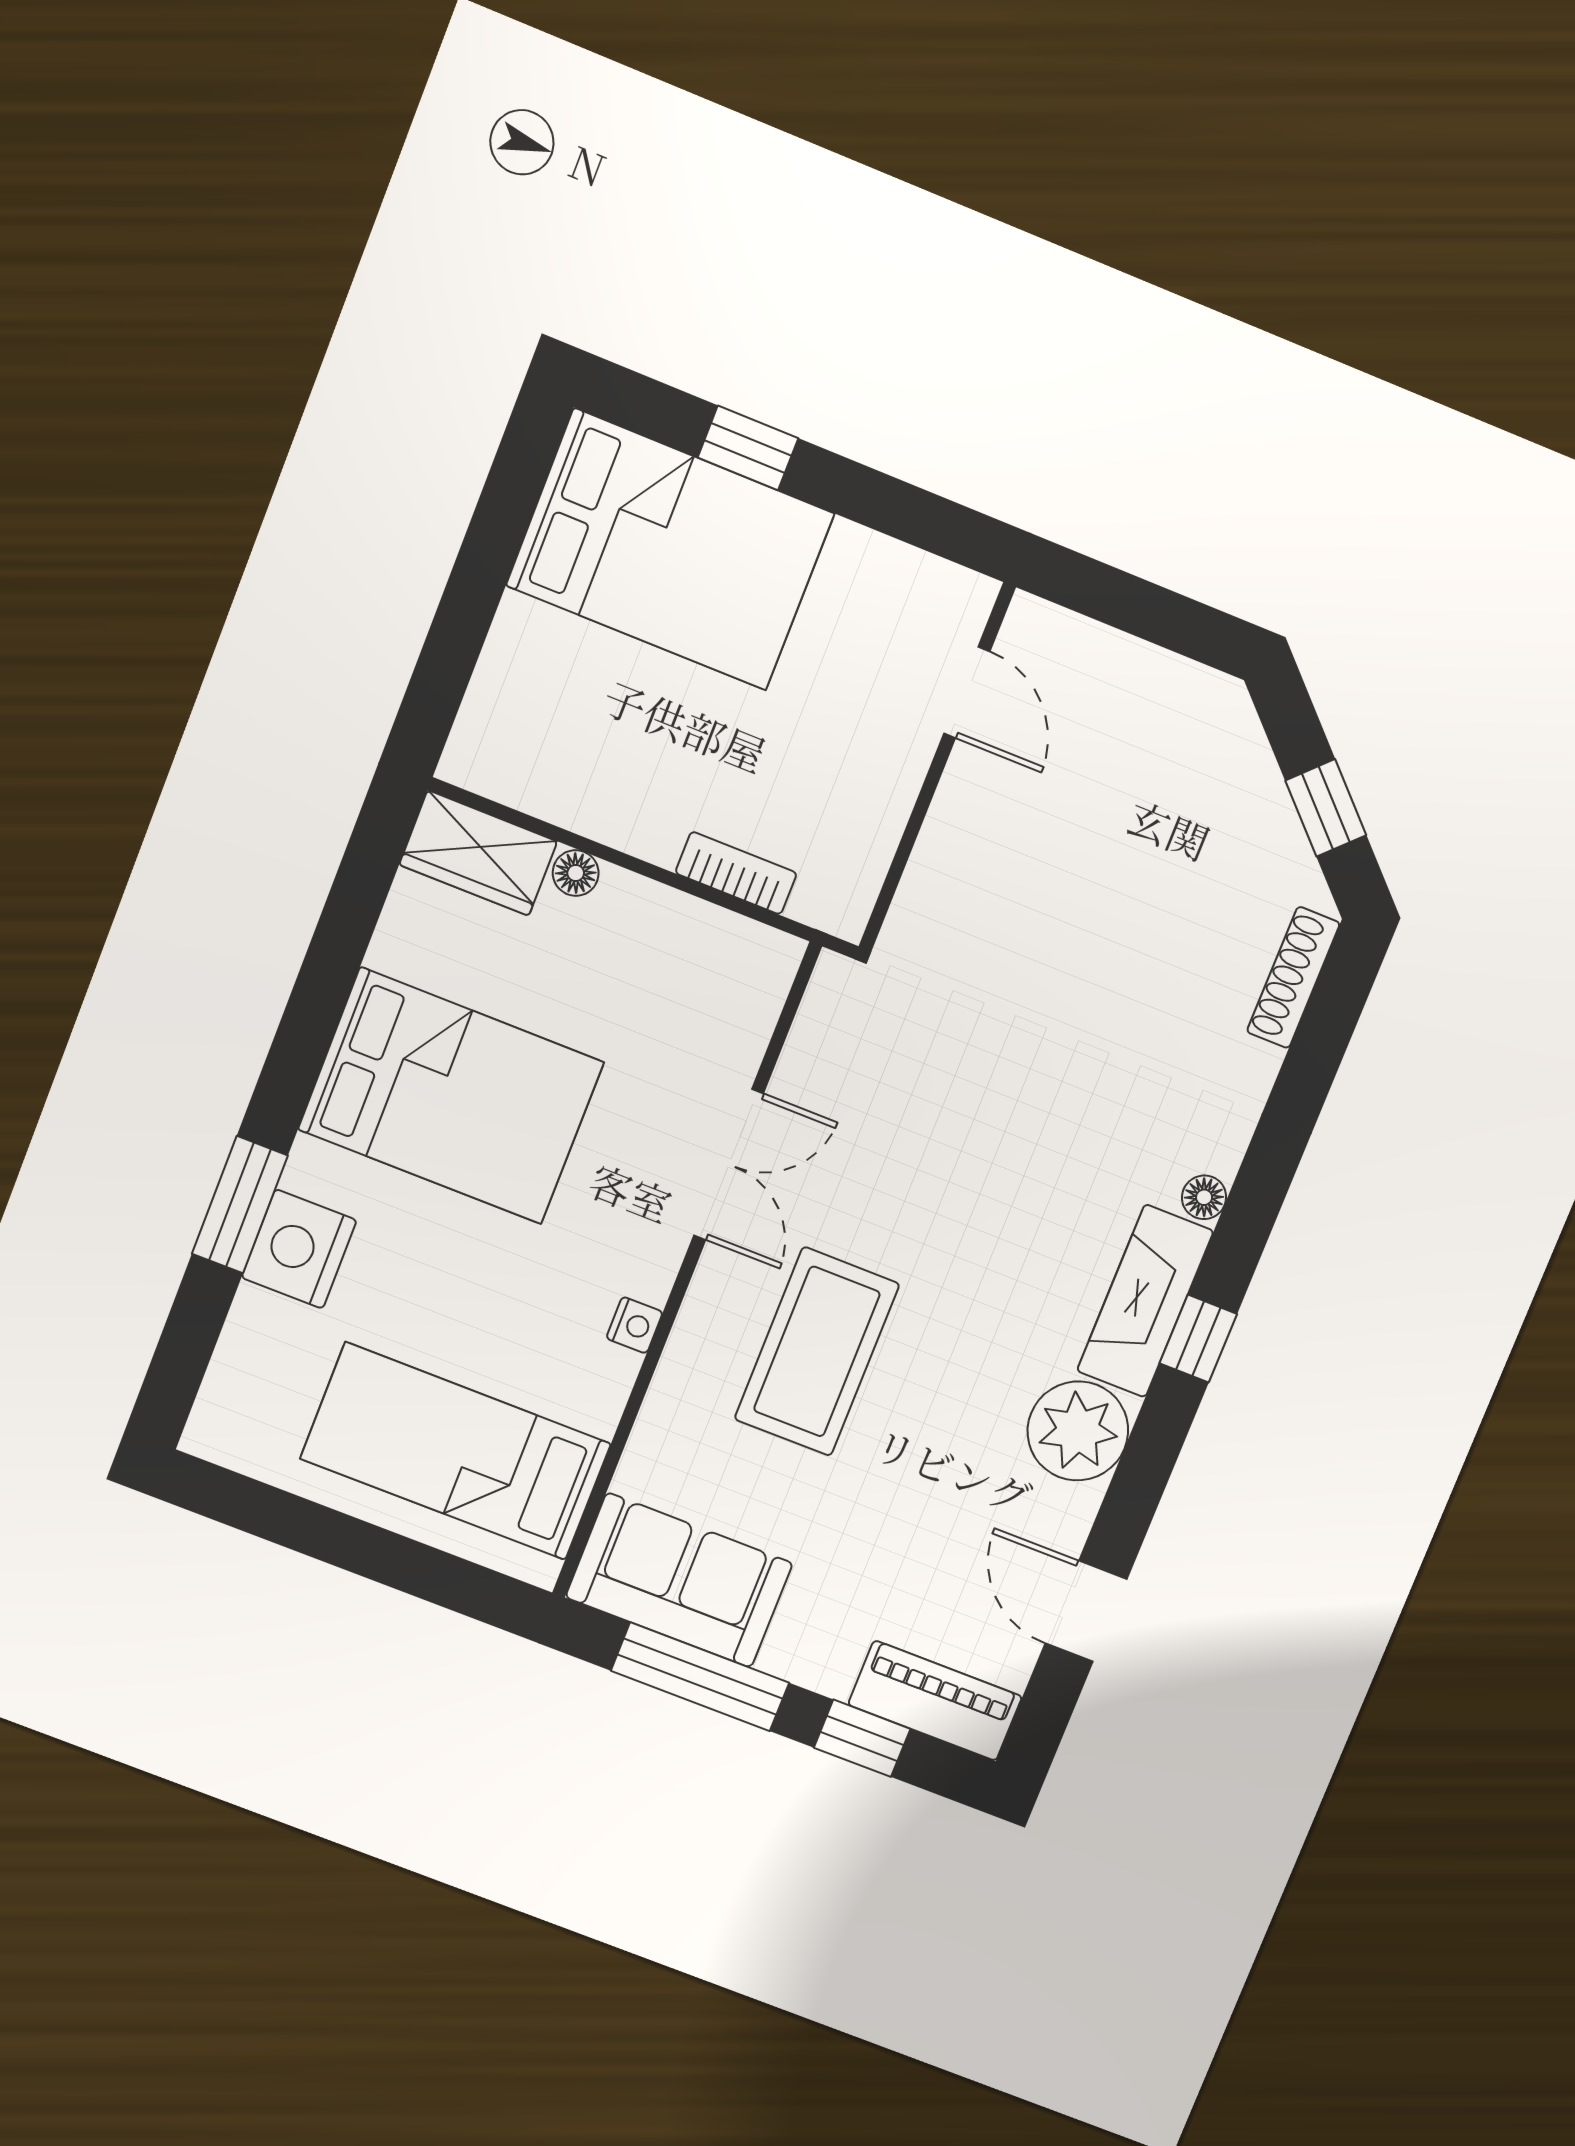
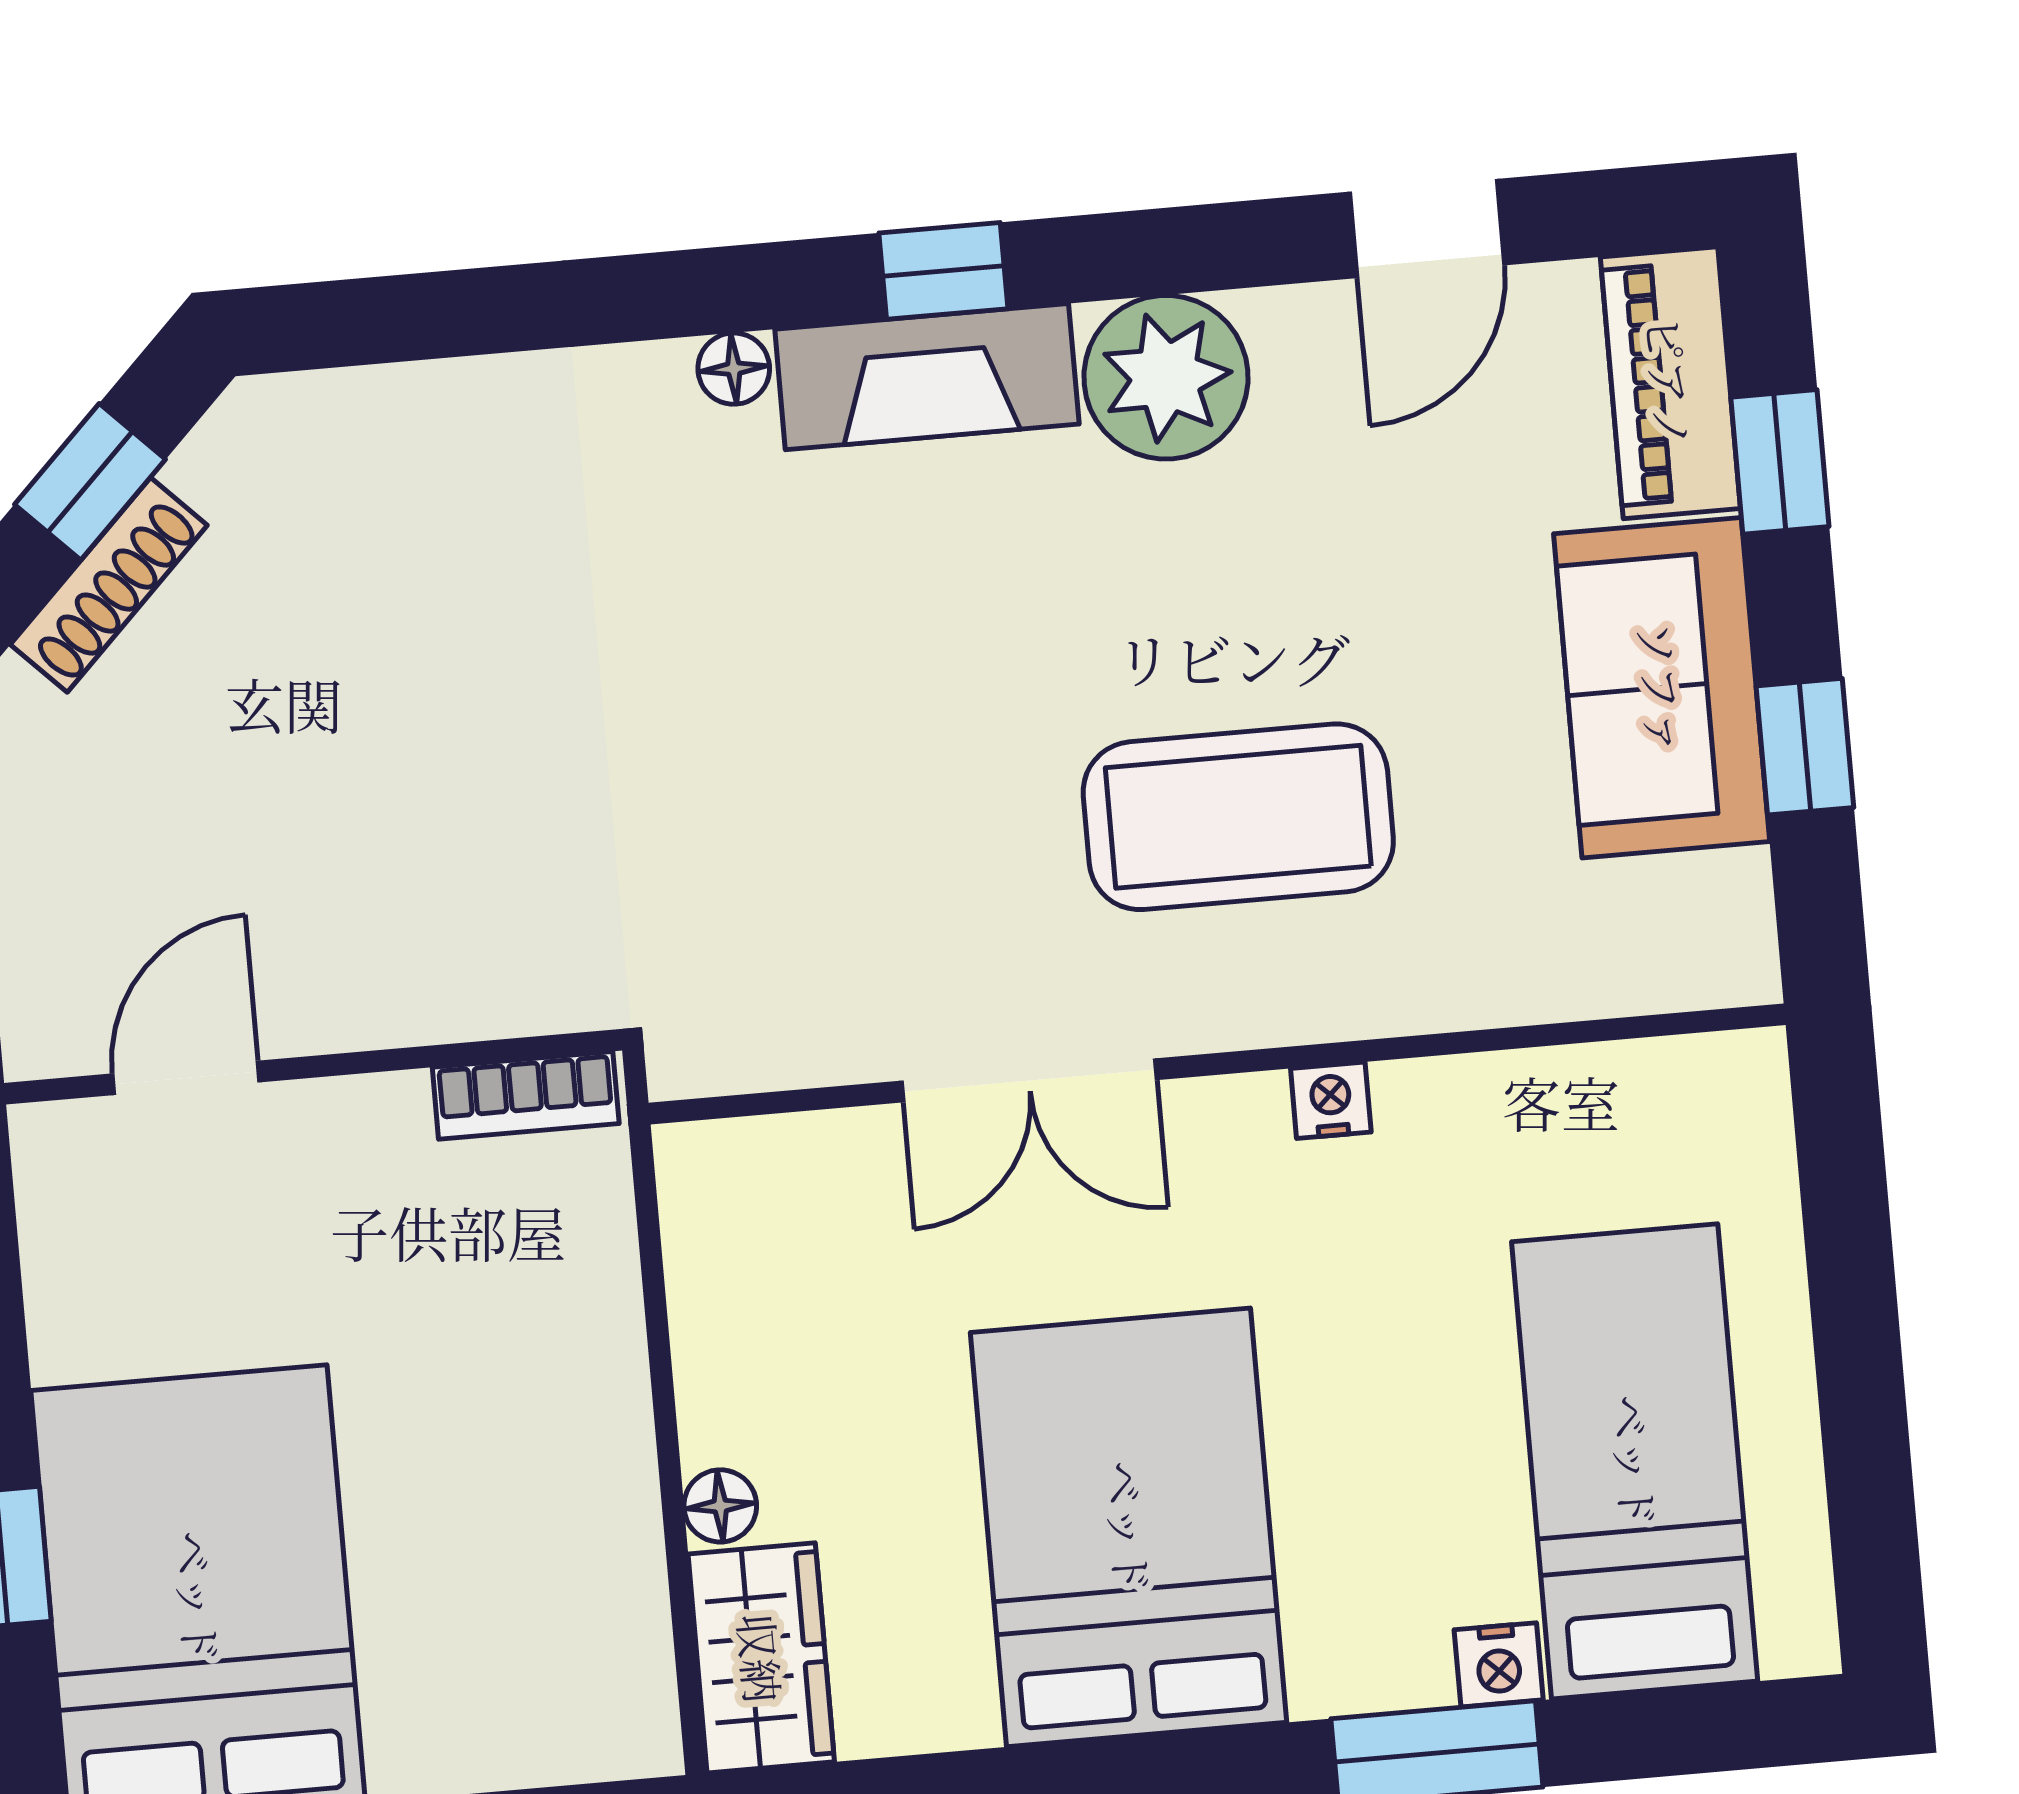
bookcase: (736, 873) -> (526, 1095), moved, turned -90
shoe rack: (1293, 977) -> (109, 585), moved, turned -45
double door: (729, 1164) -> (1029, 1080), swing flipped
nightstand: (299, 1249) -> (1499, 1665), width x0.53, depth x0.56
bed: (456, 1451) -> (1635, 1461), moved, turned 180
sofa: (679, 1580) -> (1662, 688), moved
window: (700, 1677) -> (1805, 747), width x0.46

